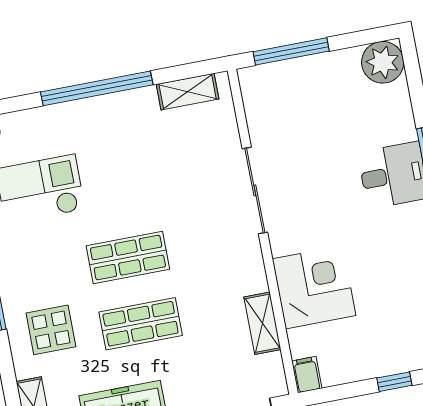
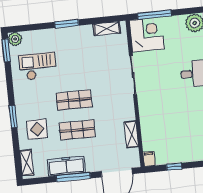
window: (97, 88) -> (67, 24), width x0.47
corner desk: (314, 287) -> (147, 35), moved
window: (394, 382) -> (174, 167), moved

